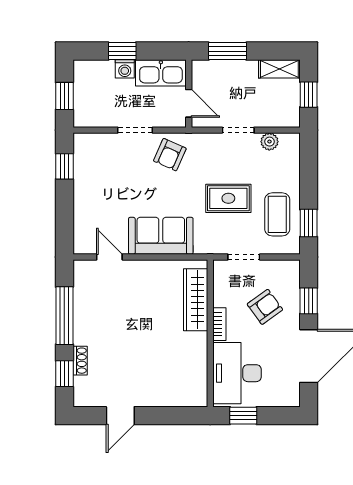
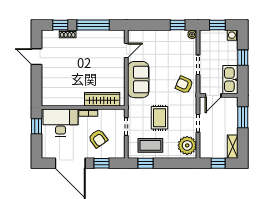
washing machine: (125, 69) -> (233, 35), moved
plant: (81, 141) -> (192, 34), added
plant: (269, 142) -> (187, 145), width x1.88, depth x1.88

